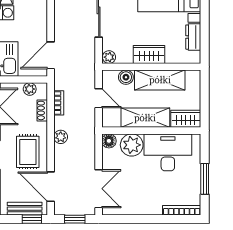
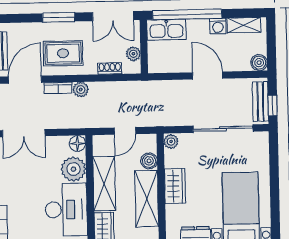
door: (51, 55) -> (208, 75), moved
bookcase: (59, 103) -> (58, 88), moved

